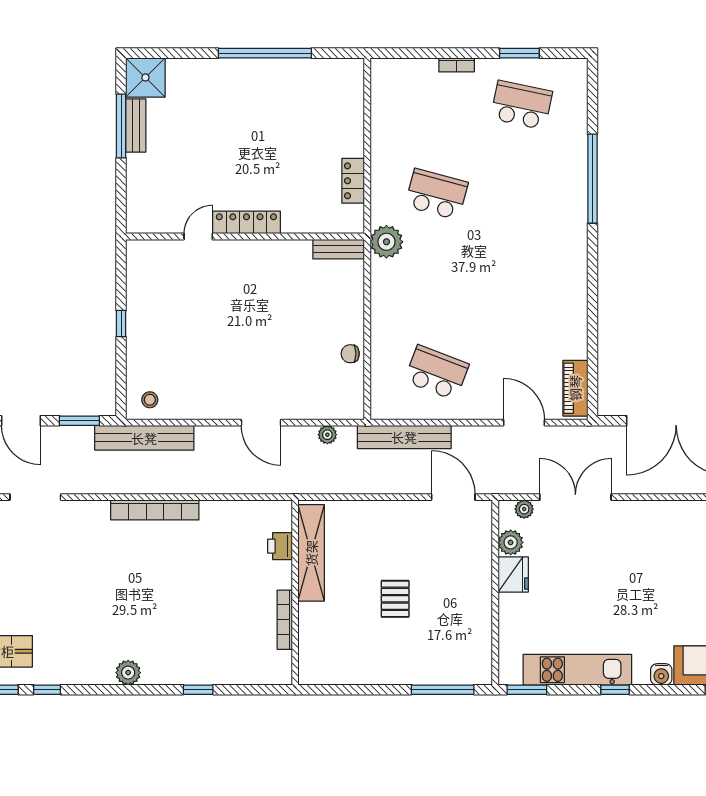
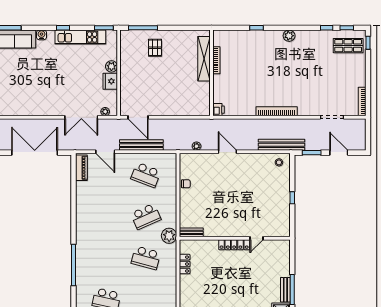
school desk: (436, 283) -> (146, 216), added
bench: (404, 437) -> (141, 145), moved
plant: (511, 542) -> (111, 66), moved
printer: (280, 546) -> (219, 110), moved
shelving: (311, 553) -> (204, 59), moved
pallet: (395, 599) -> (155, 48), moved

